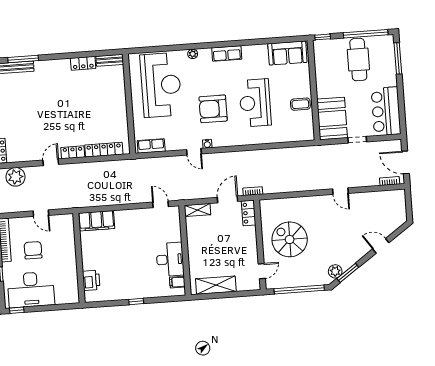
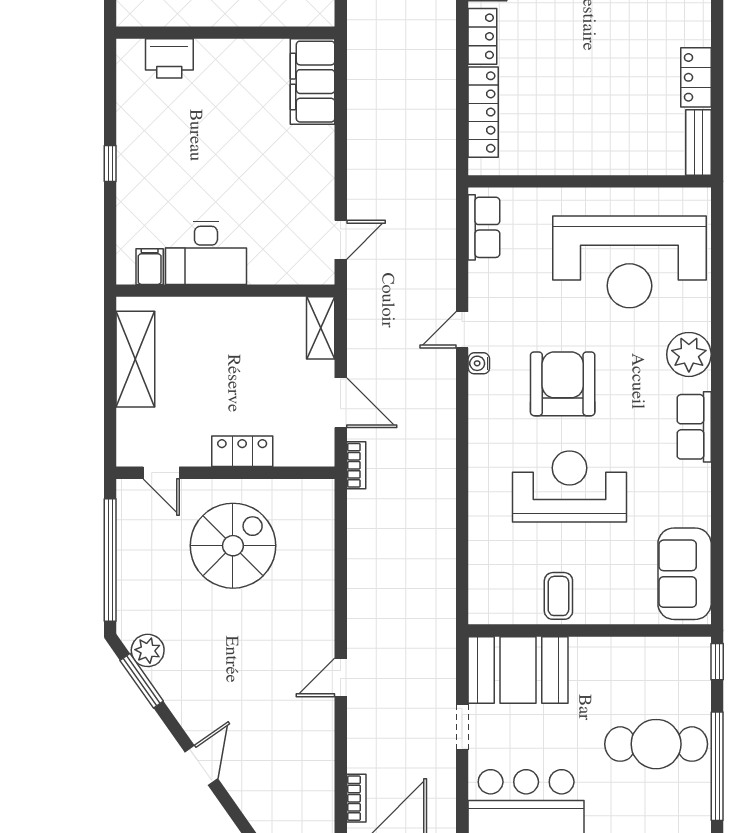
plant: (193, 54) -> (689, 354), width x1.87, depth x1.87
locker: (249, 213) -> (242, 451), moved

